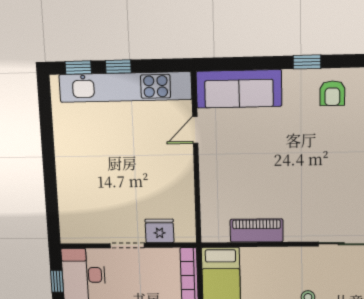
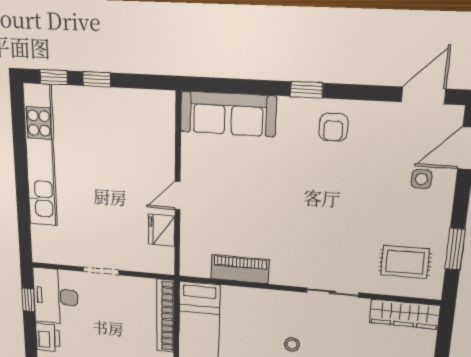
kitchen unit: (125, 87) -> (40, 156), moved, turned -90
door: (195, 130) -> (178, 195), moved
fridge: (159, 231) -> (162, 230), moved, turned -90

